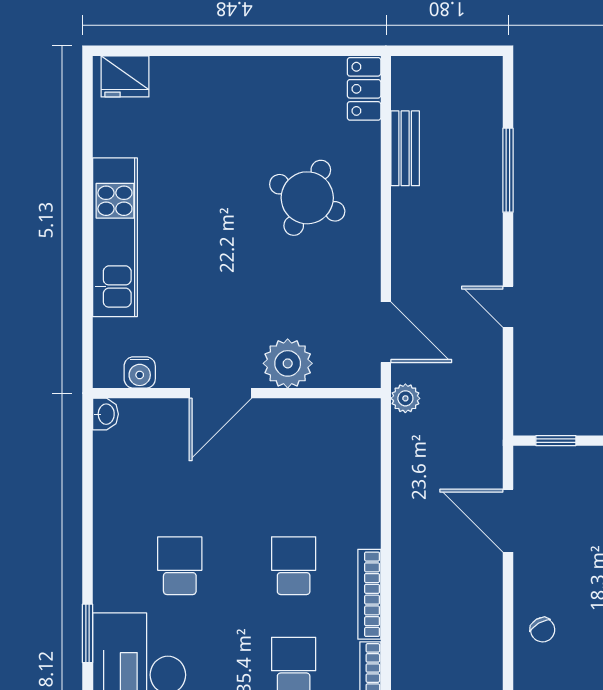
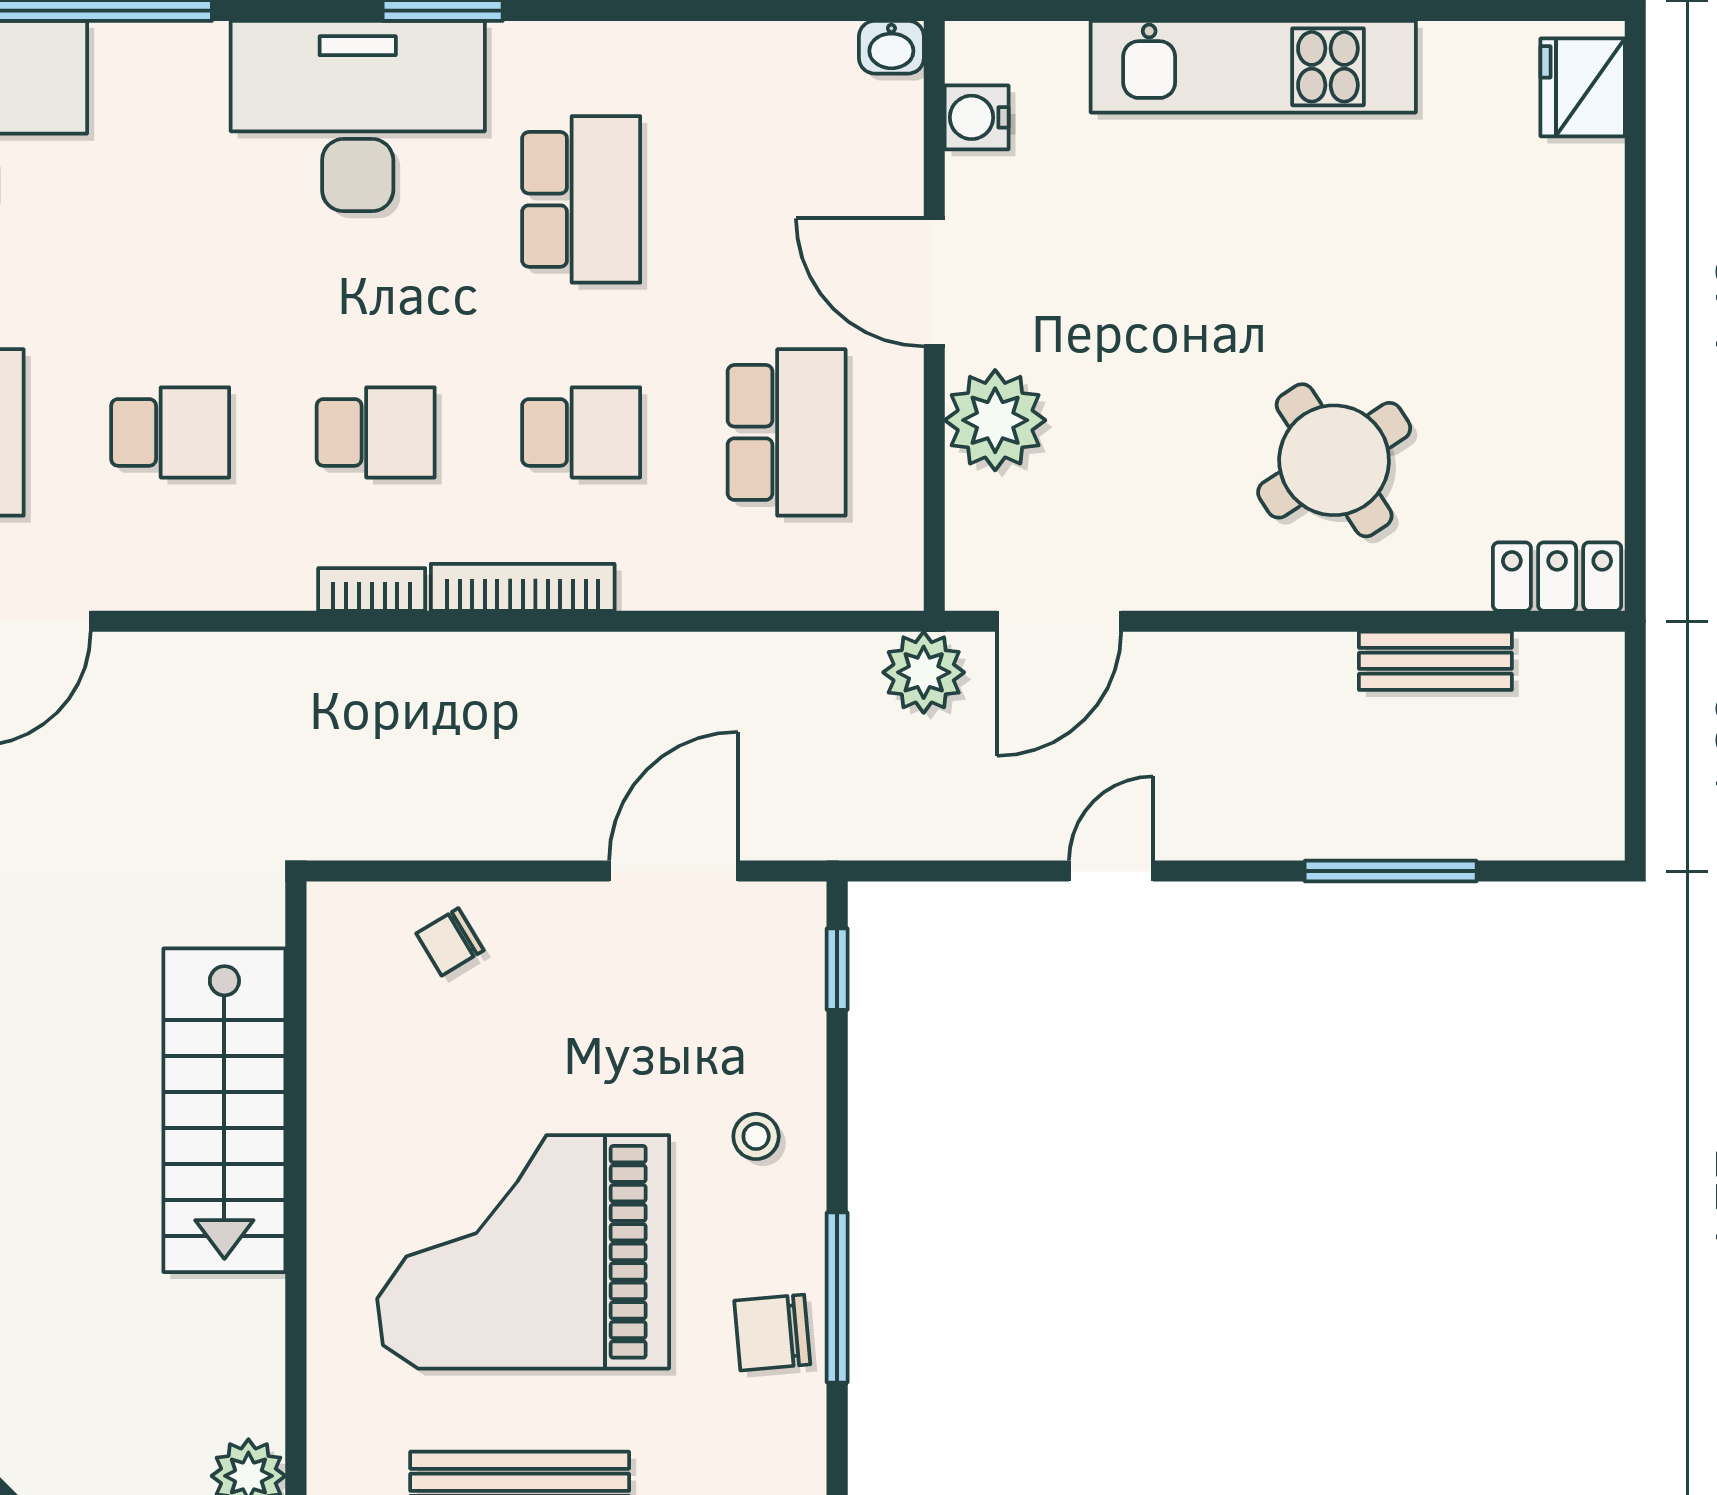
round table: (307, 198) -> (1334, 460), turned 31
plant: (405, 398) -> (924, 672), width x1.38, depth x1.38
school desk: (294, 465) -> (787, 432), added
school desk: (180, 566) -> (581, 199), width x1.85

